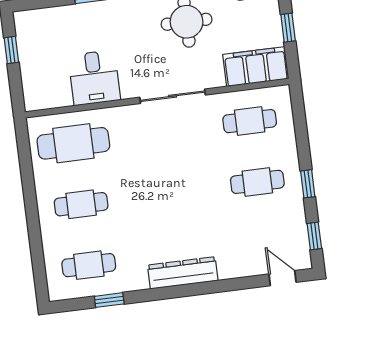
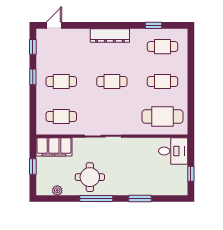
desk: (94, 78) -> (173, 151), moved, turned 90
cafe table: (169, 193) -> (112, 82), added
door: (282, 278) -> (54, 25), swing flipped

